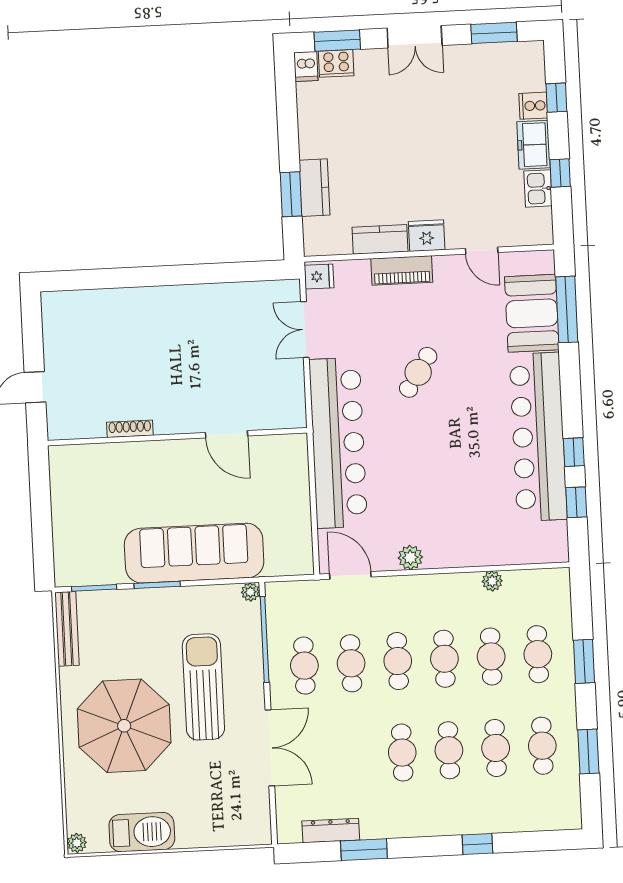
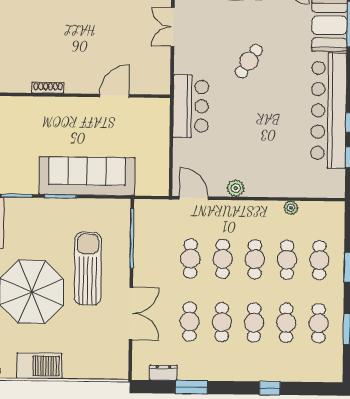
door: (227, 434) -> (114, 96), swing flipped
bar counter: (338, 443) -> (191, 106), width x0.54
plant: (250, 592) -> (124, 205), removed
cafe table: (304, 666) -> (190, 322), moved
dresser: (331, 831) -> (163, 373), width x0.70

